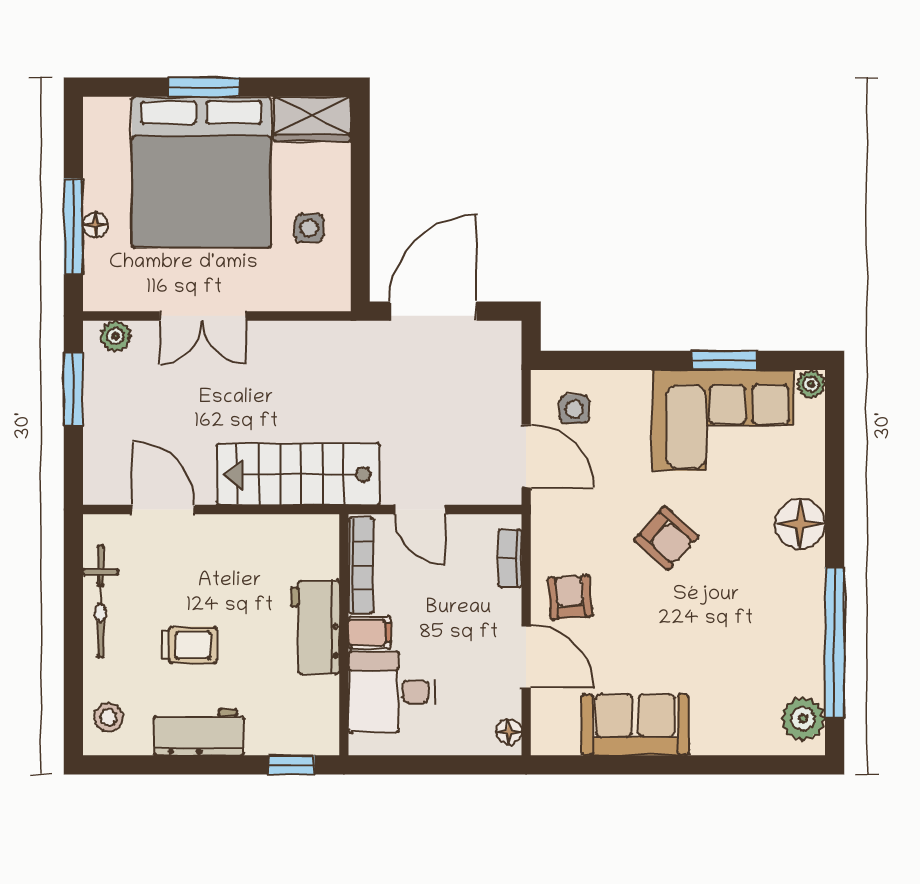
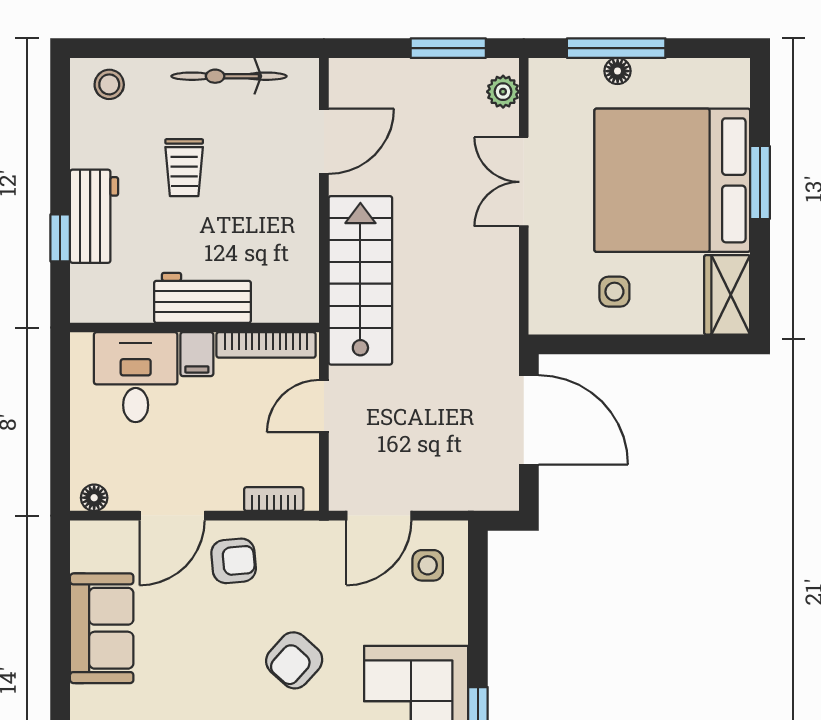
workbench: (199, 732) -> (94, 216), moved
window: (291, 765) -> (60, 238), moved

